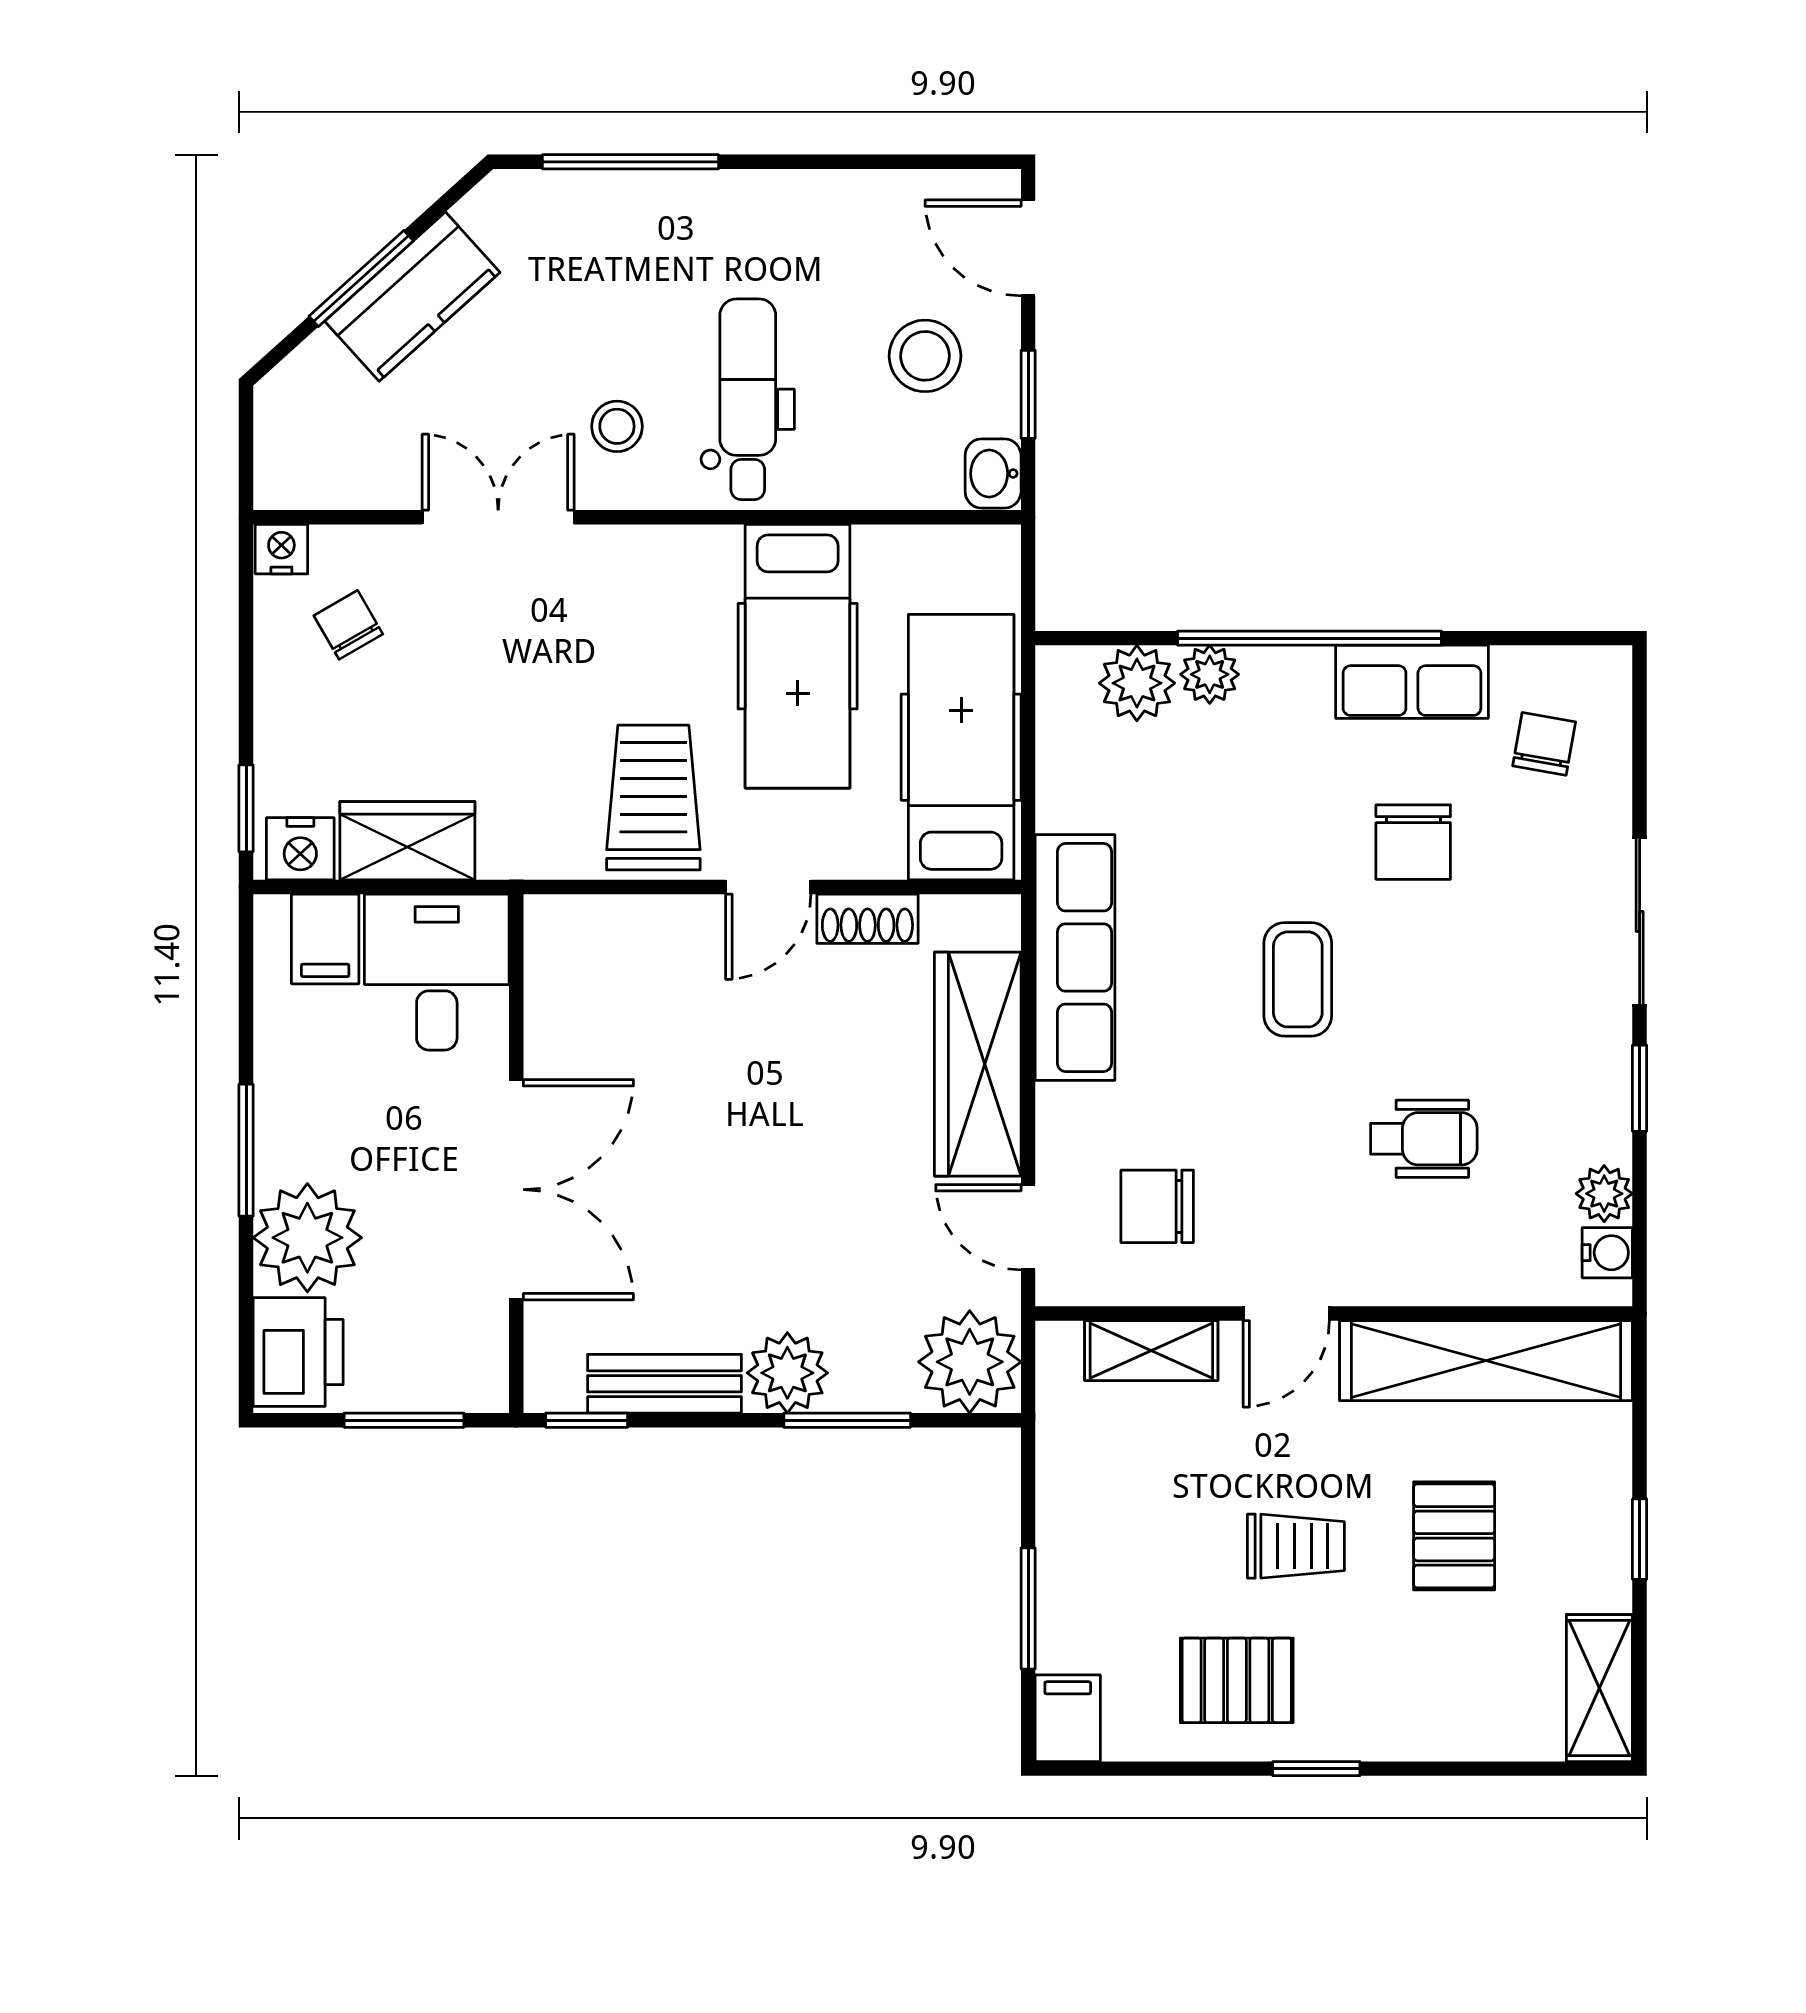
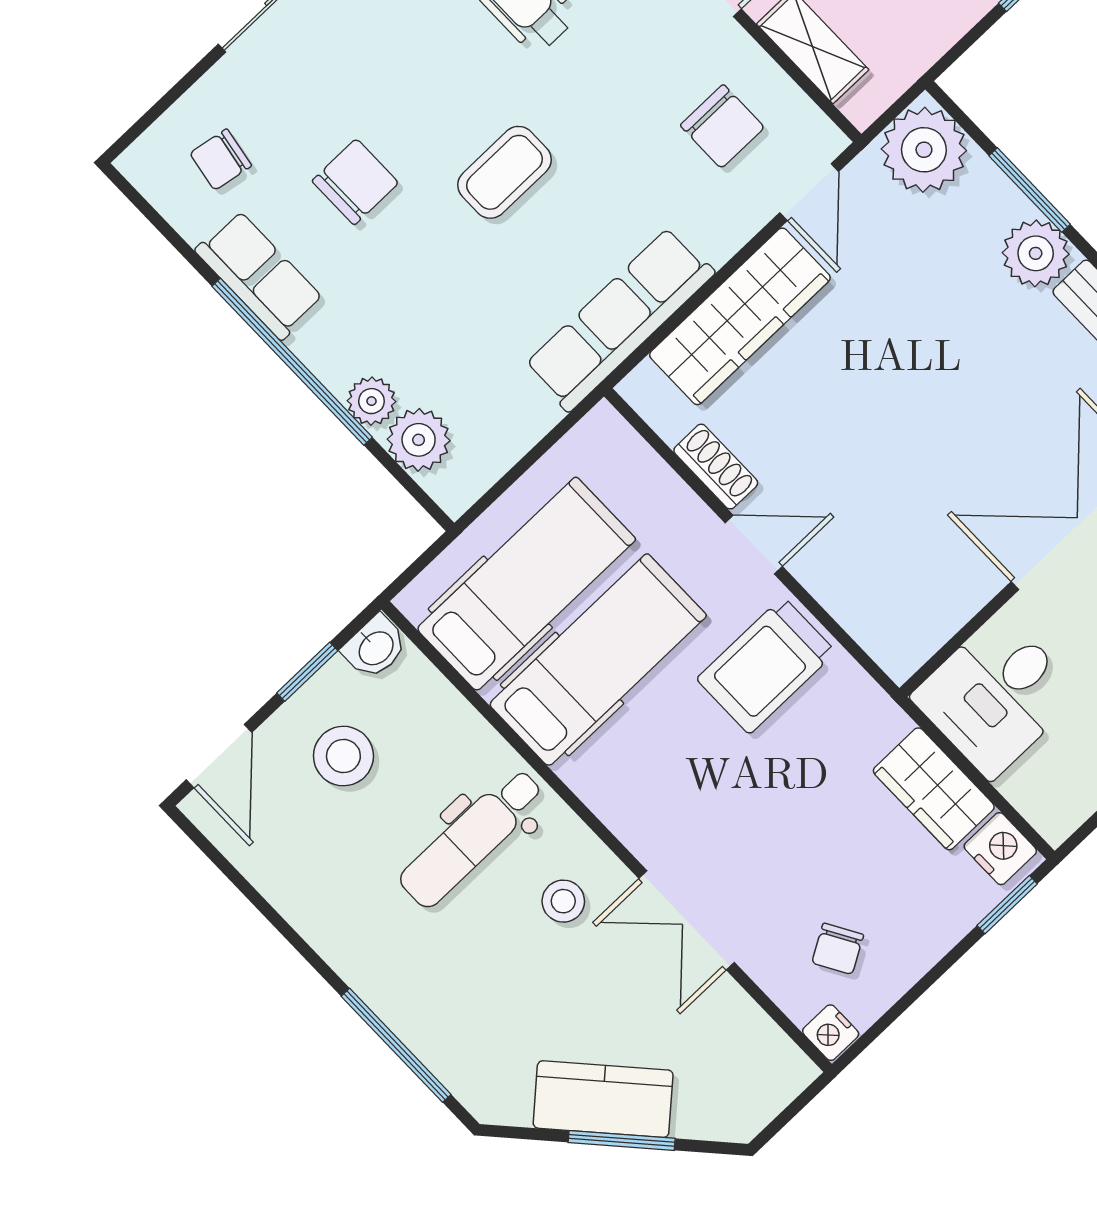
hospital bed: (961, 747) -> (526, 584), moved, turned 180
filing cabinet: (325, 939) -> (1040, 782), removed

